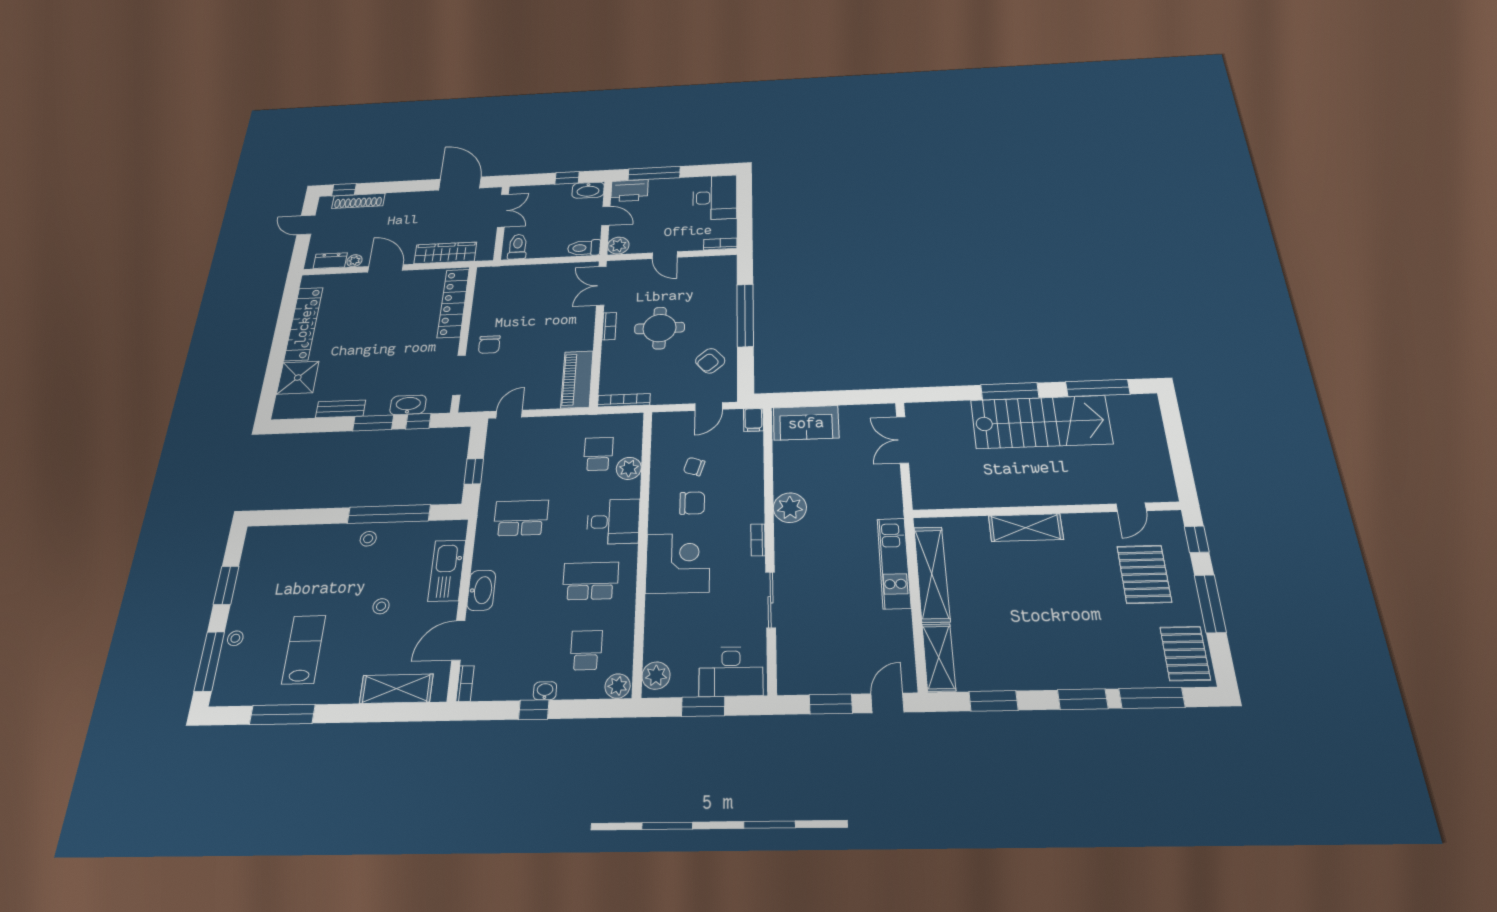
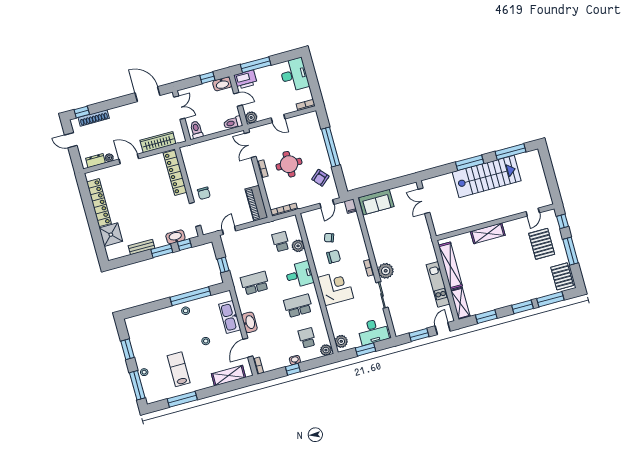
plant: (790, 508) -> (386, 271), moved
kitchen unit: (894, 563) -> (438, 284), moved

